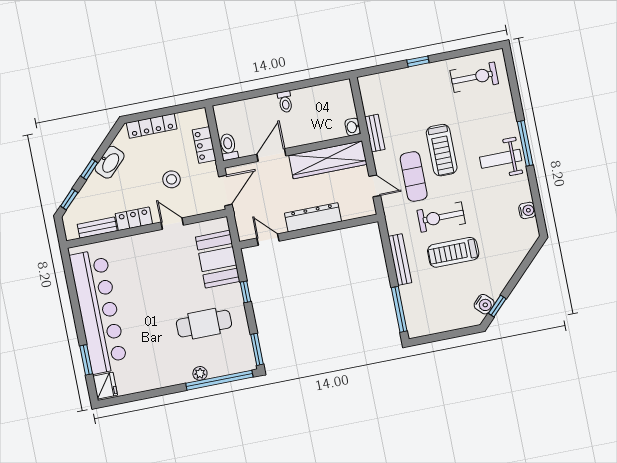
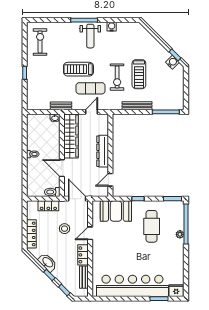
treadmill: (442, 150) -> (79, 69), turned 180
water cooler: (527, 210) -> (112, 27), moved

